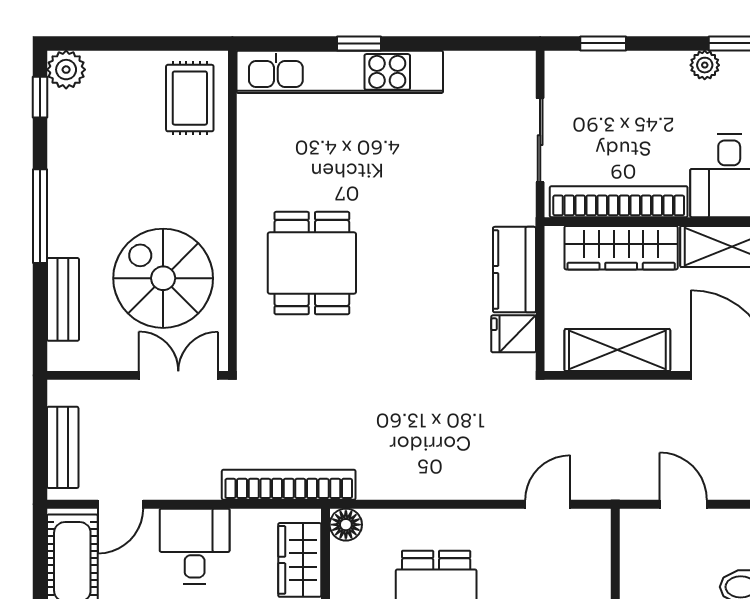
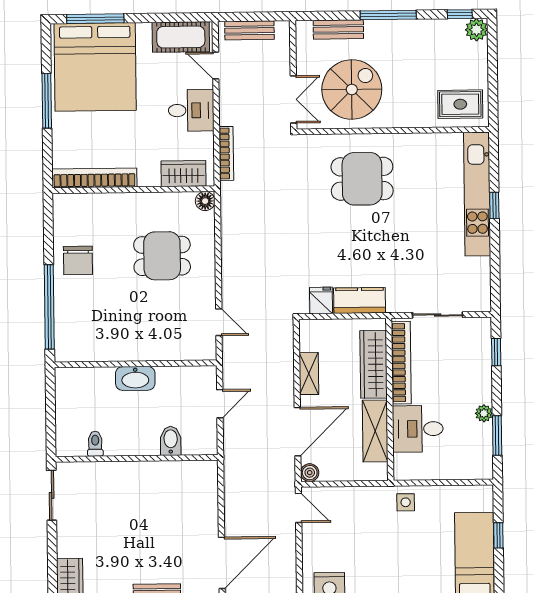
shelving: (617, 350) -> (309, 374), width x0.67, depth x0.75
bookcase: (289, 485) -> (226, 153), width x0.68, depth x0.76

